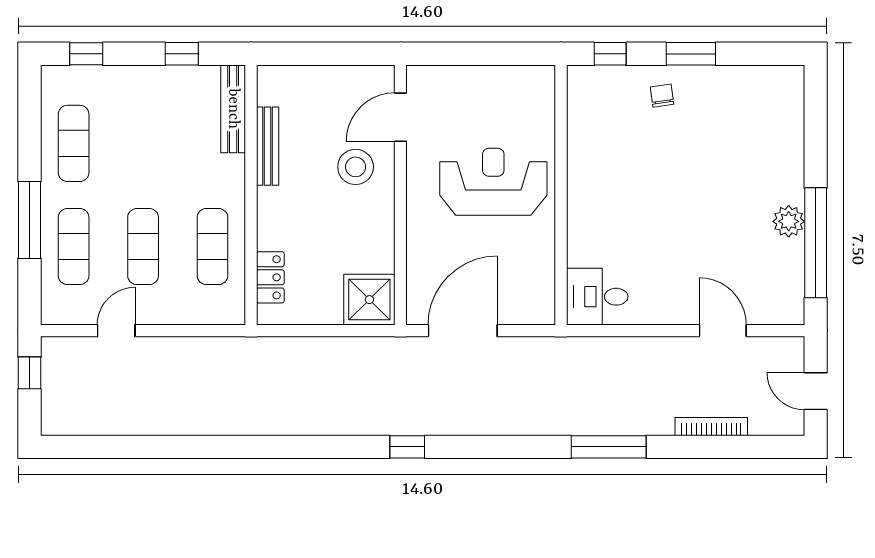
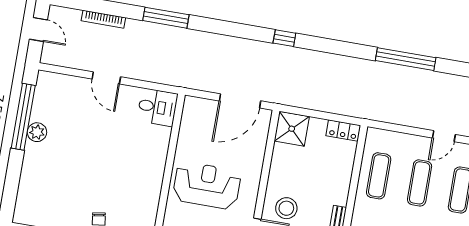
reception desk: (493, 182) -> (207, 185), turned 180
locker: (270, 277) -> (343, 130), moved, turned -90
door: (723, 331) -> (106, 78), moved
window: (201, 447) -> (406, 59), added

